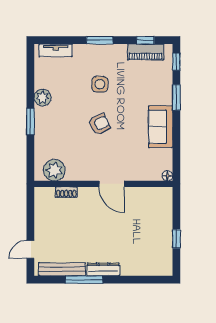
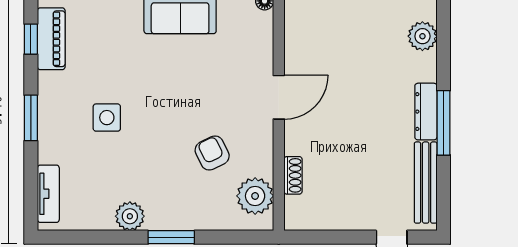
armchair: (99, 124) -> (212, 153), moved
plant: (147, 267) -> (422, 36), added
window: (84, 280) -> (443, 123), moved

